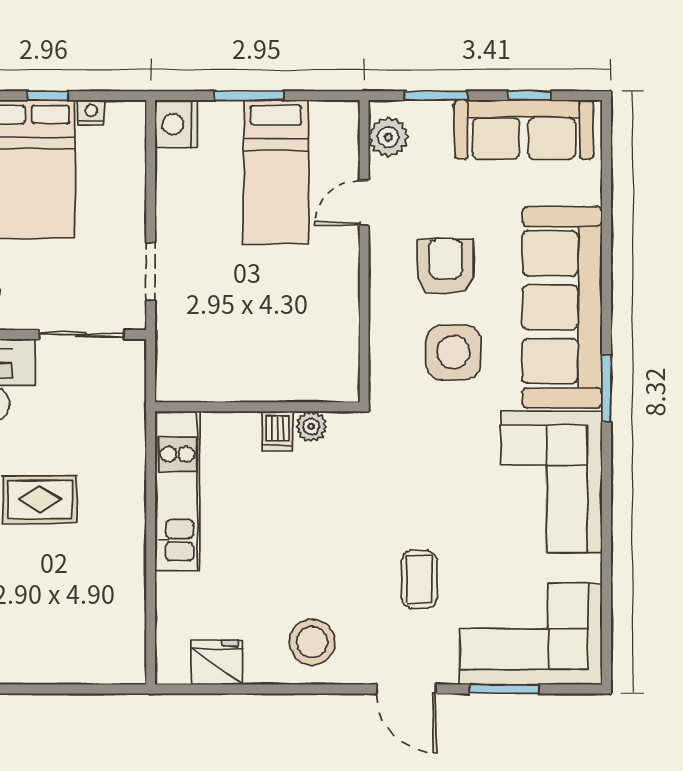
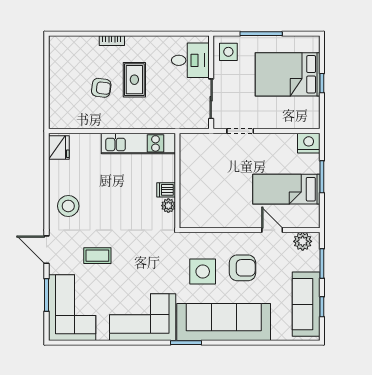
nightstand: (91, 112) -> (314, 103), removed
armchair: (58, 571) -> (101, 88), added
fridge: (217, 662) -> (59, 148), moved
door: (406, 689) -> (47, 250), hinge flipped

